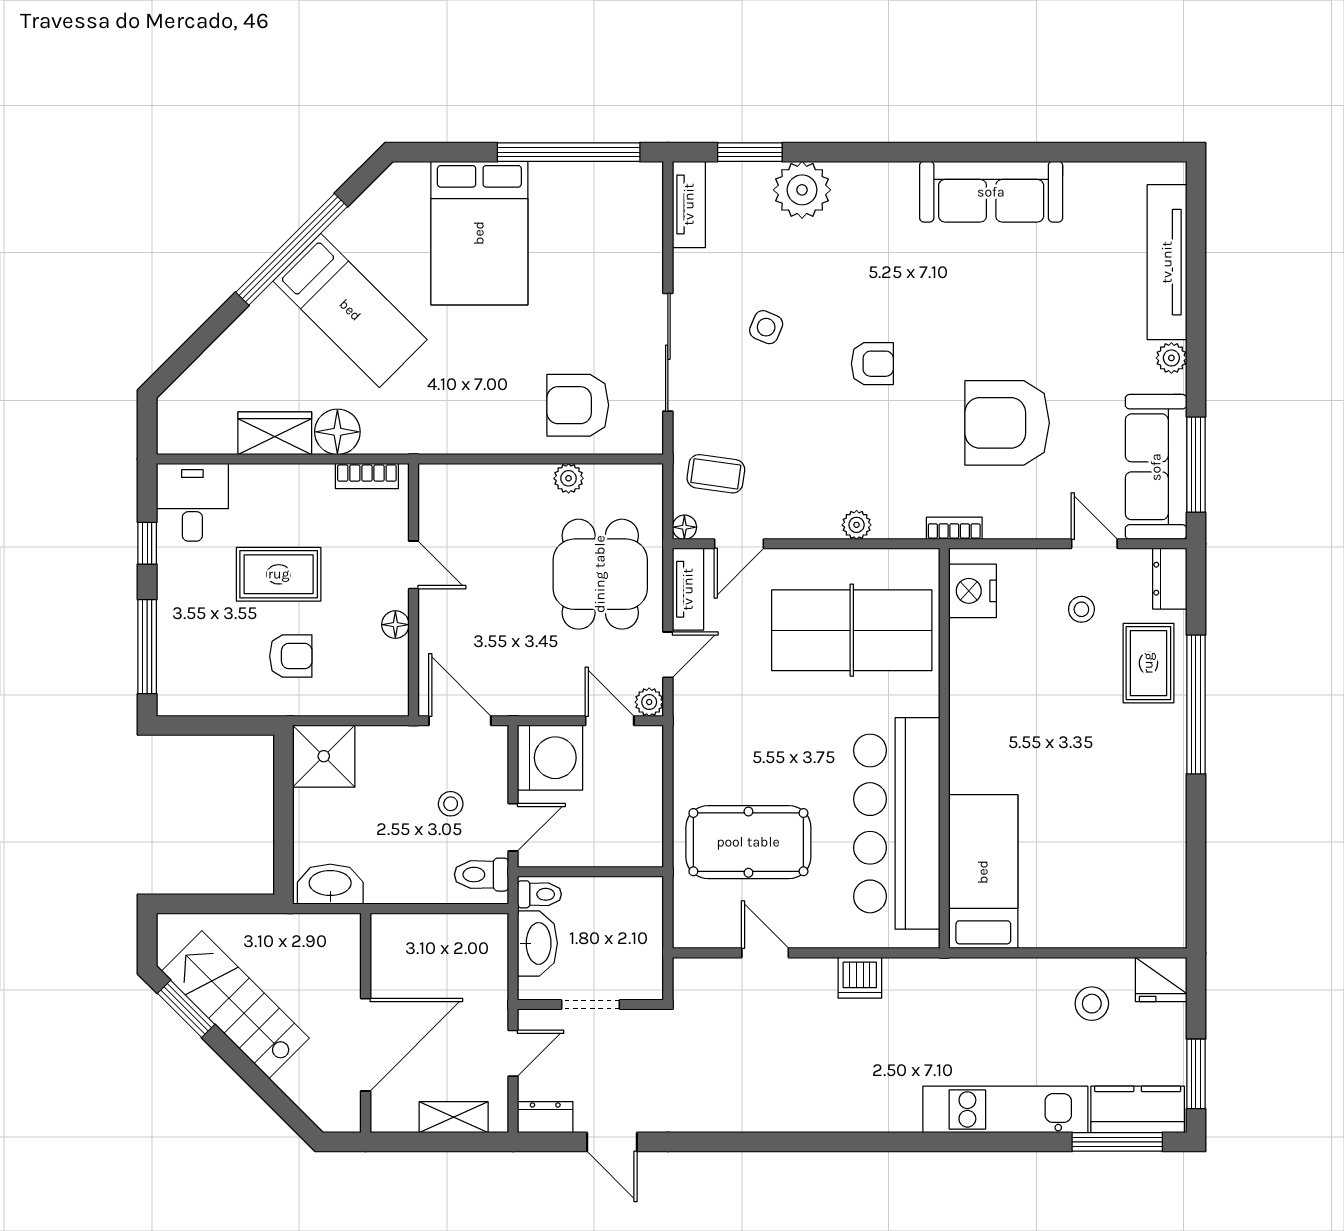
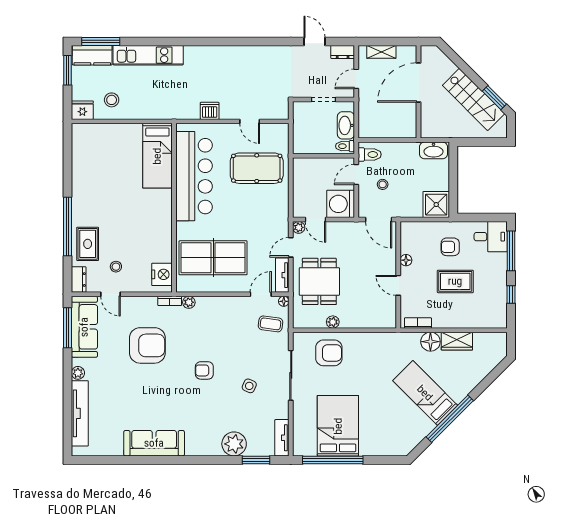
bed: (479, 233) -> (338, 426), moved
desk: (192, 502) -> (491, 237), moved, turned -90
plant: (857, 525) -> (189, 302), moved

